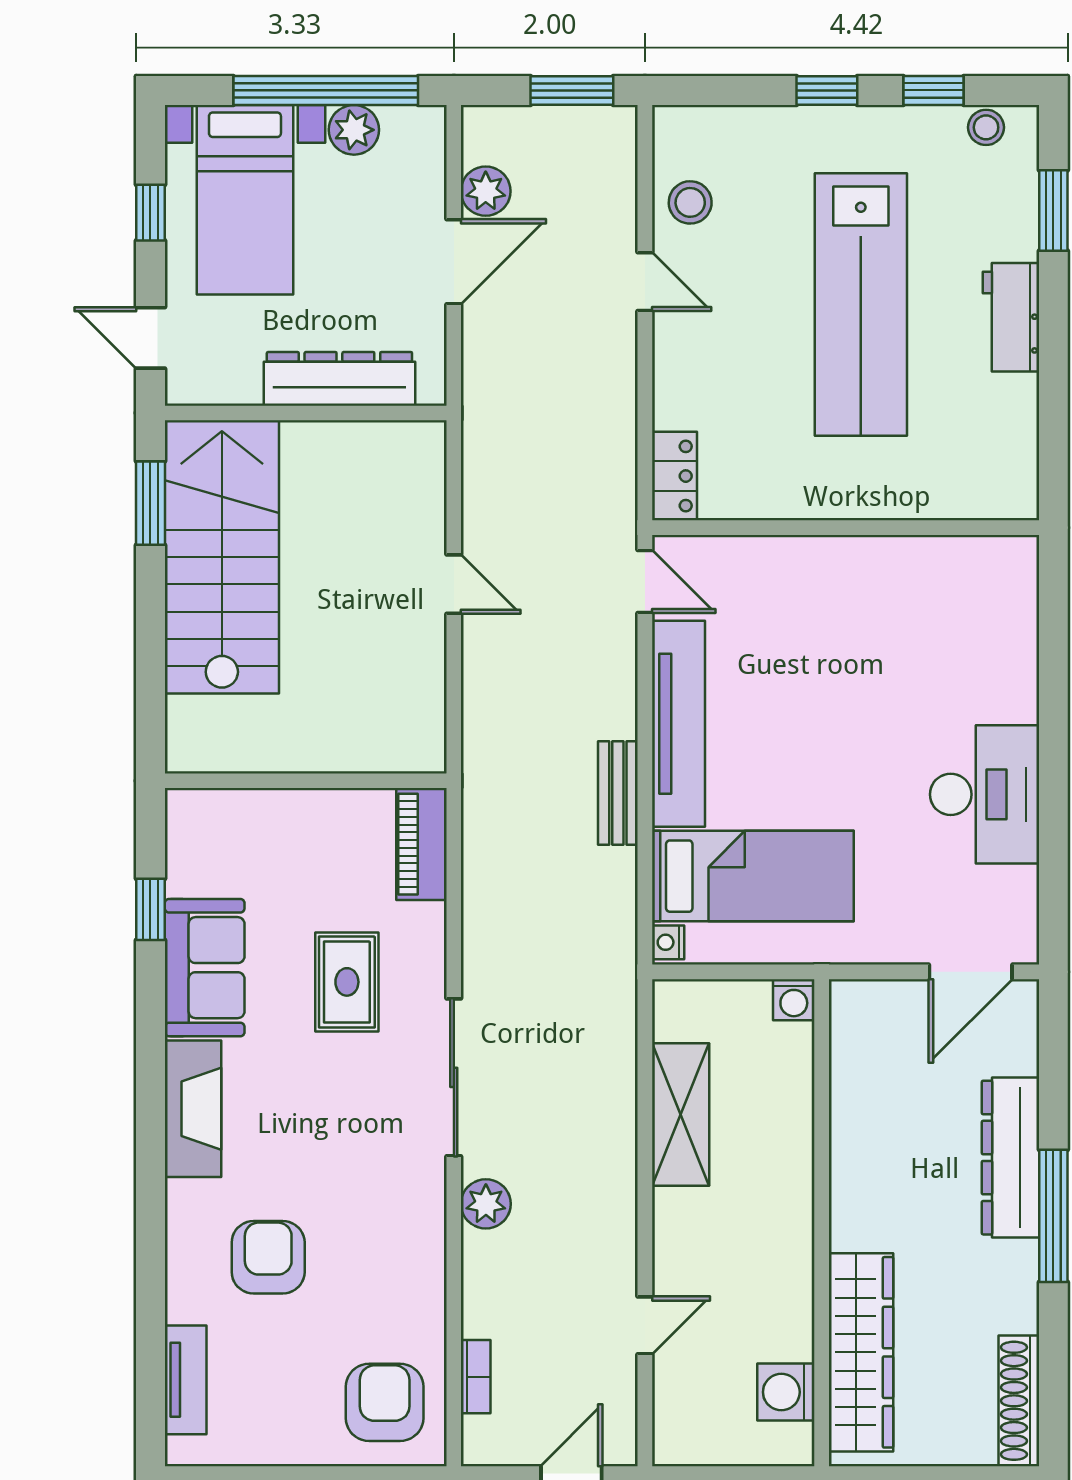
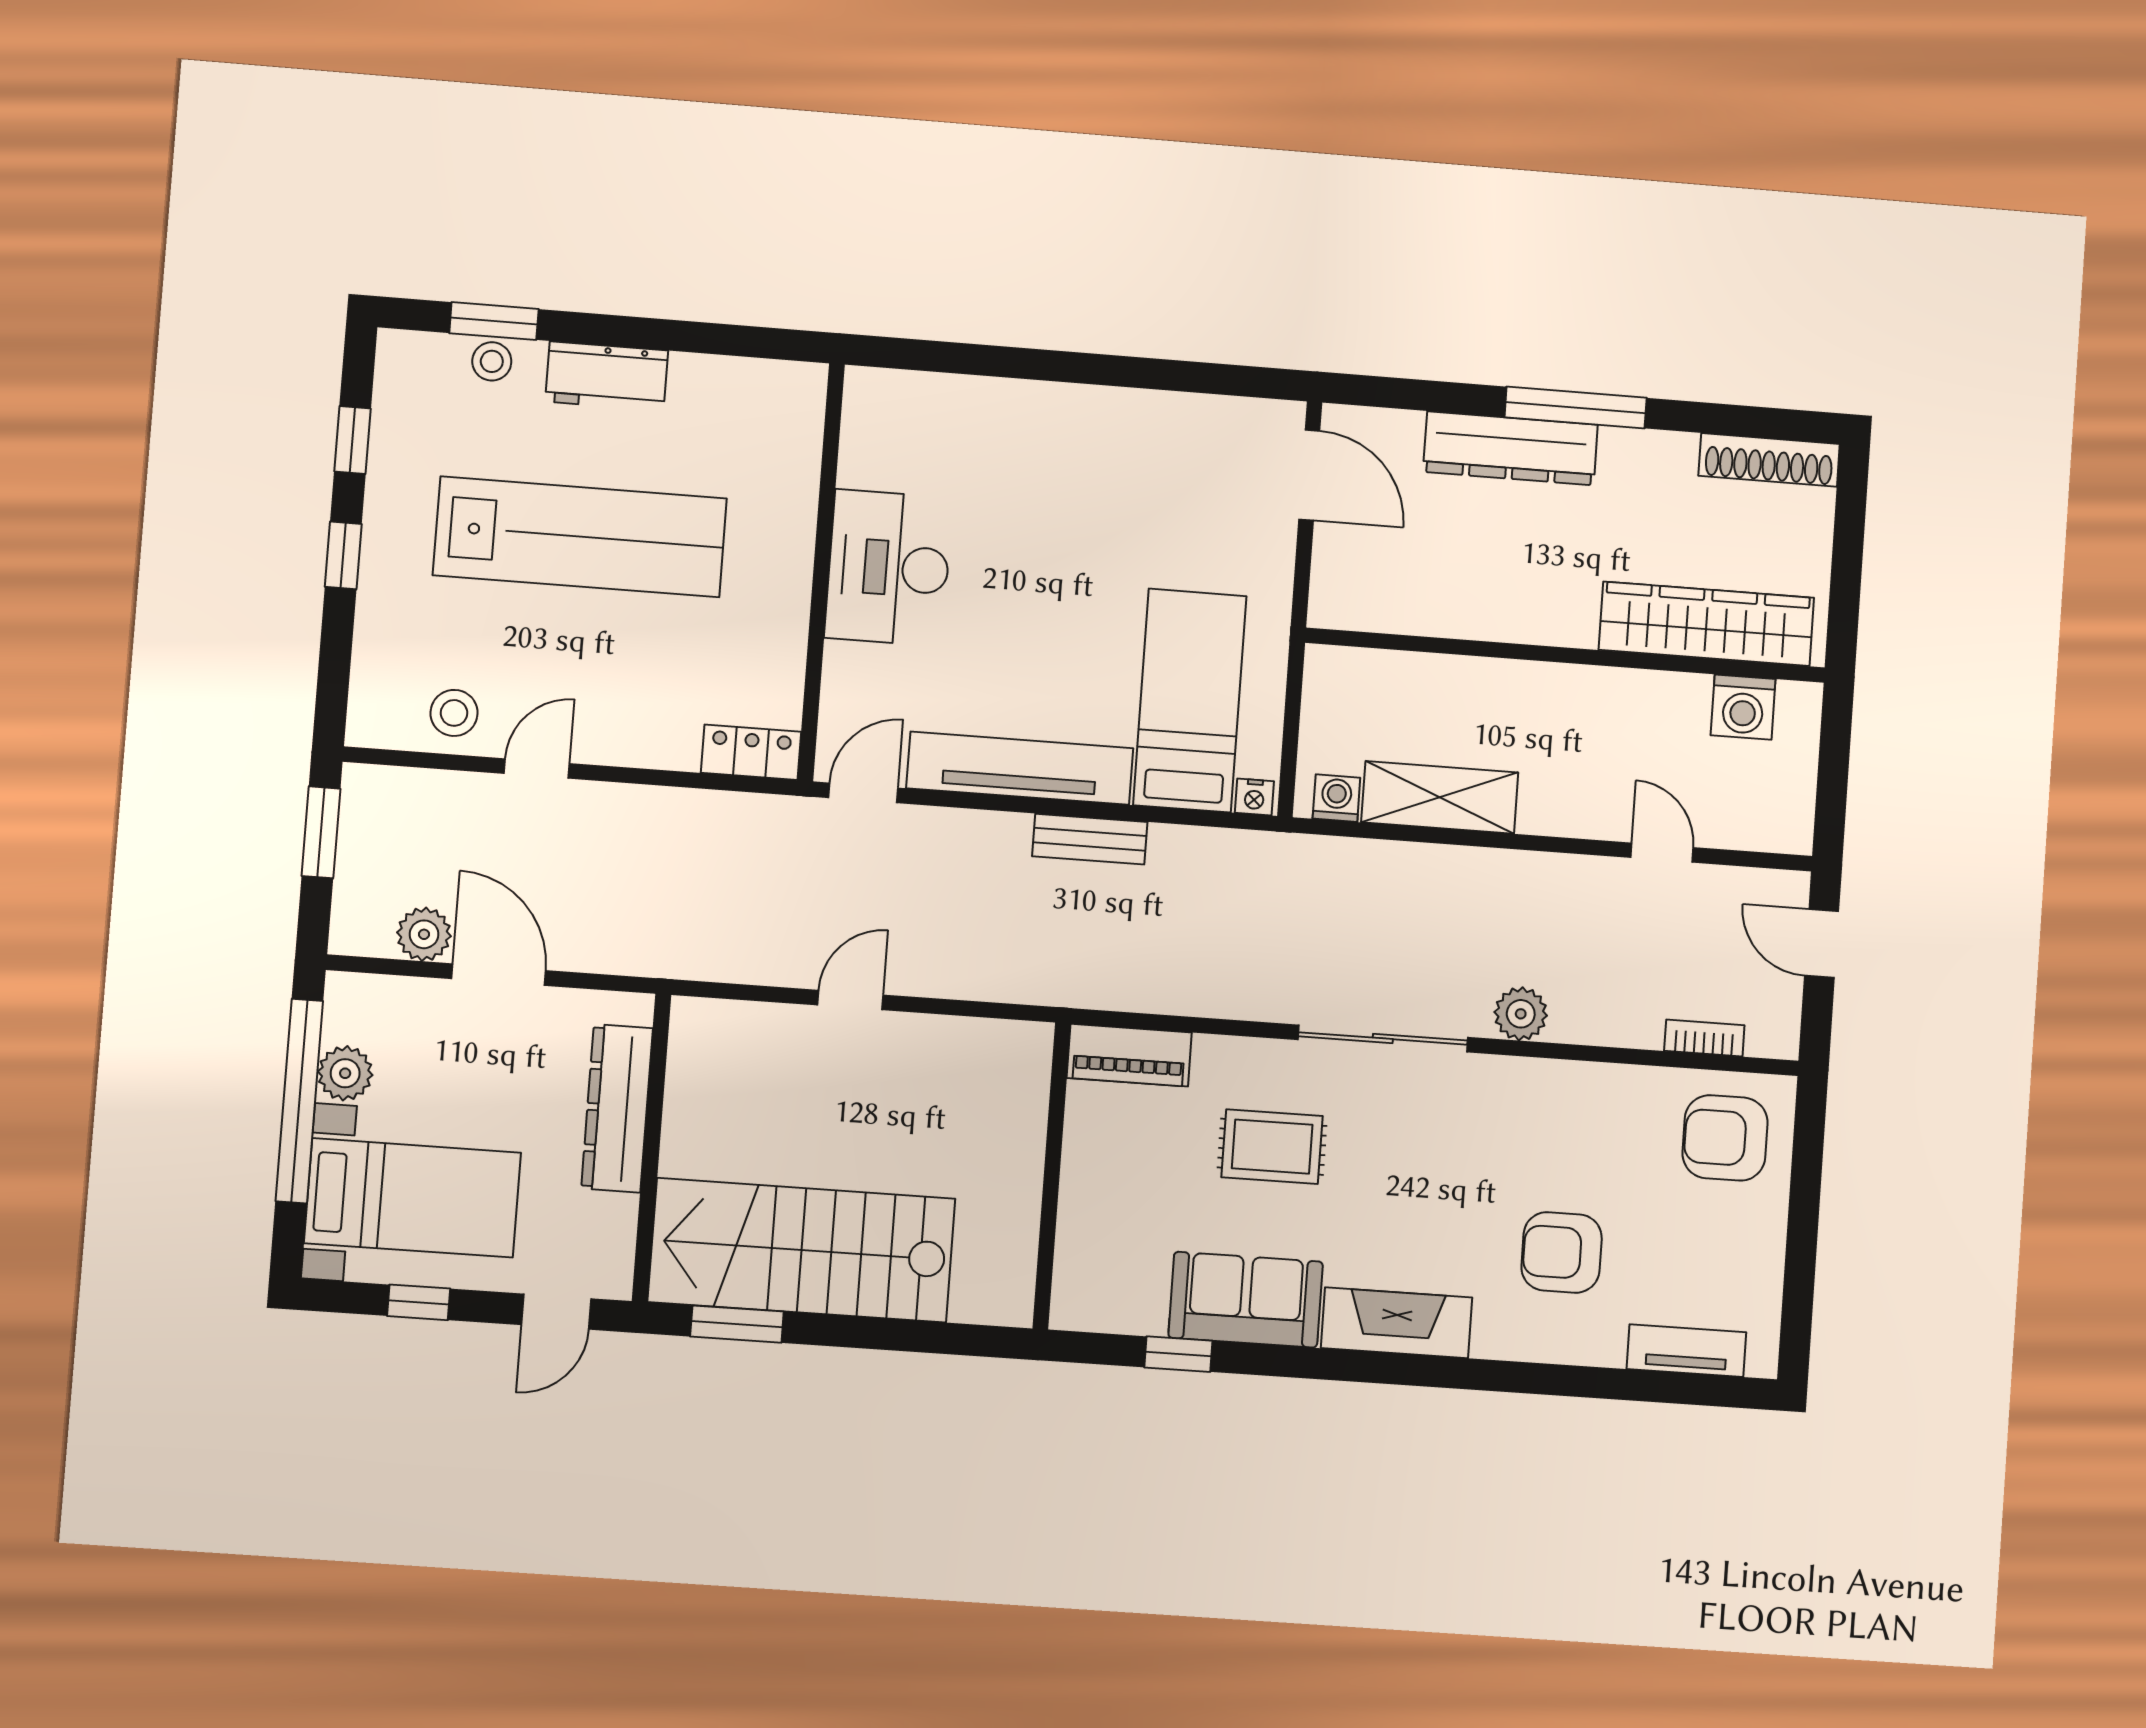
stool: (986, 127) -> (492, 361), moved
desk: (985, 794) -> (889, 568), moved, turned -90
washing machine: (794, 1000) -> (1336, 798), moved, turned -90

